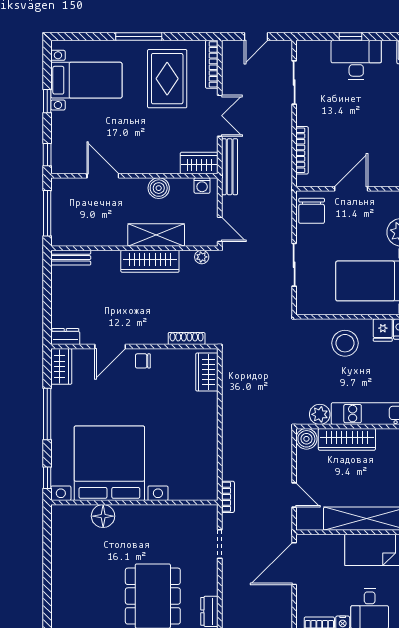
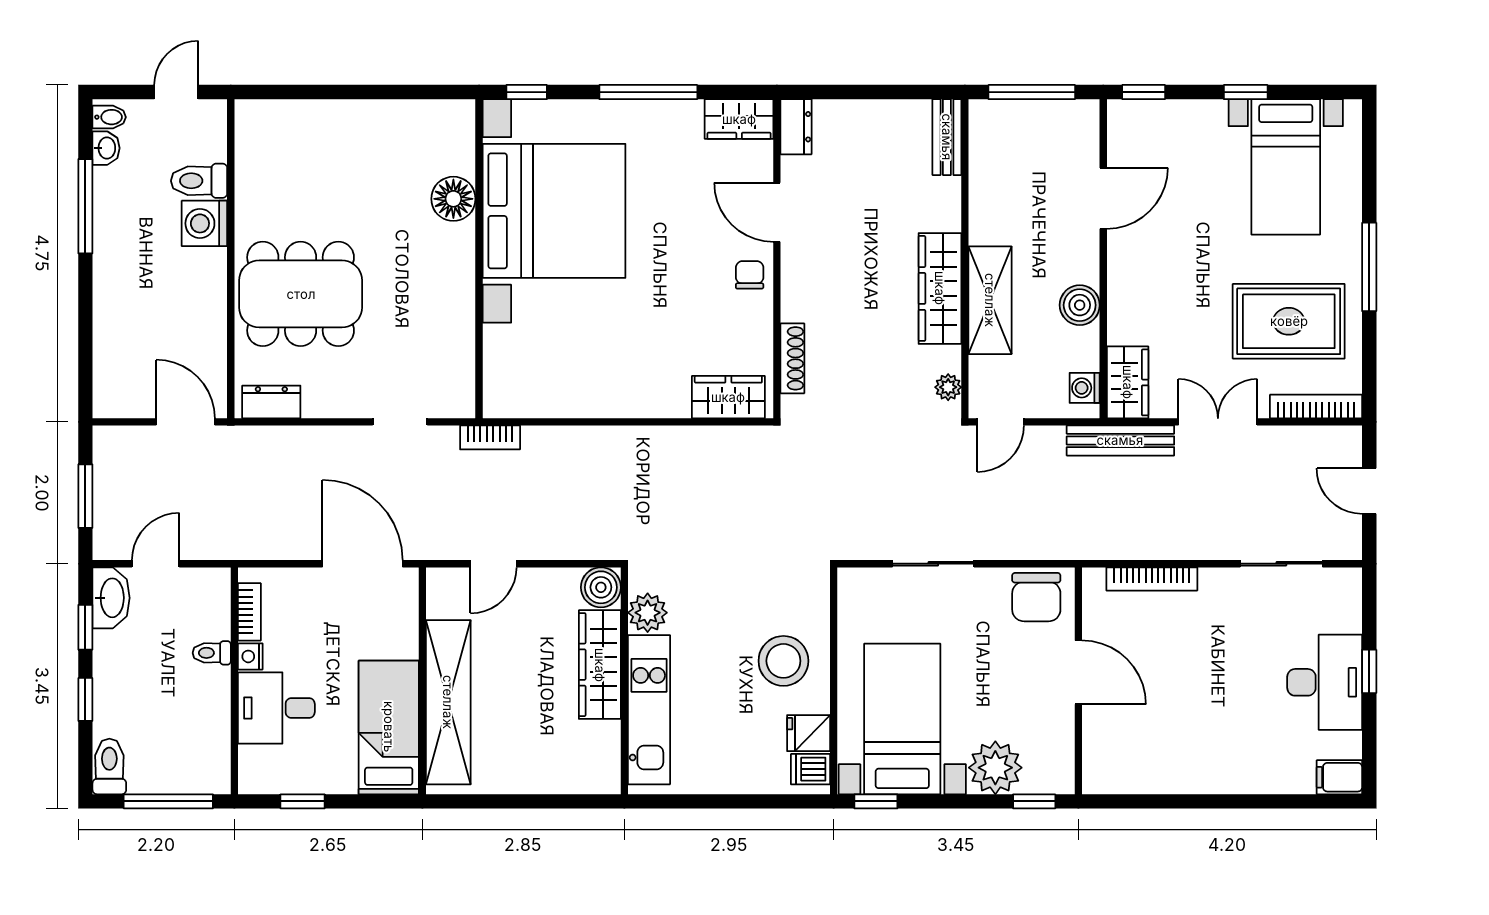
double door: (220, 116) -> (1218, 422), swing flipped
chair: (312, 211) -> (1036, 597), turned -90

